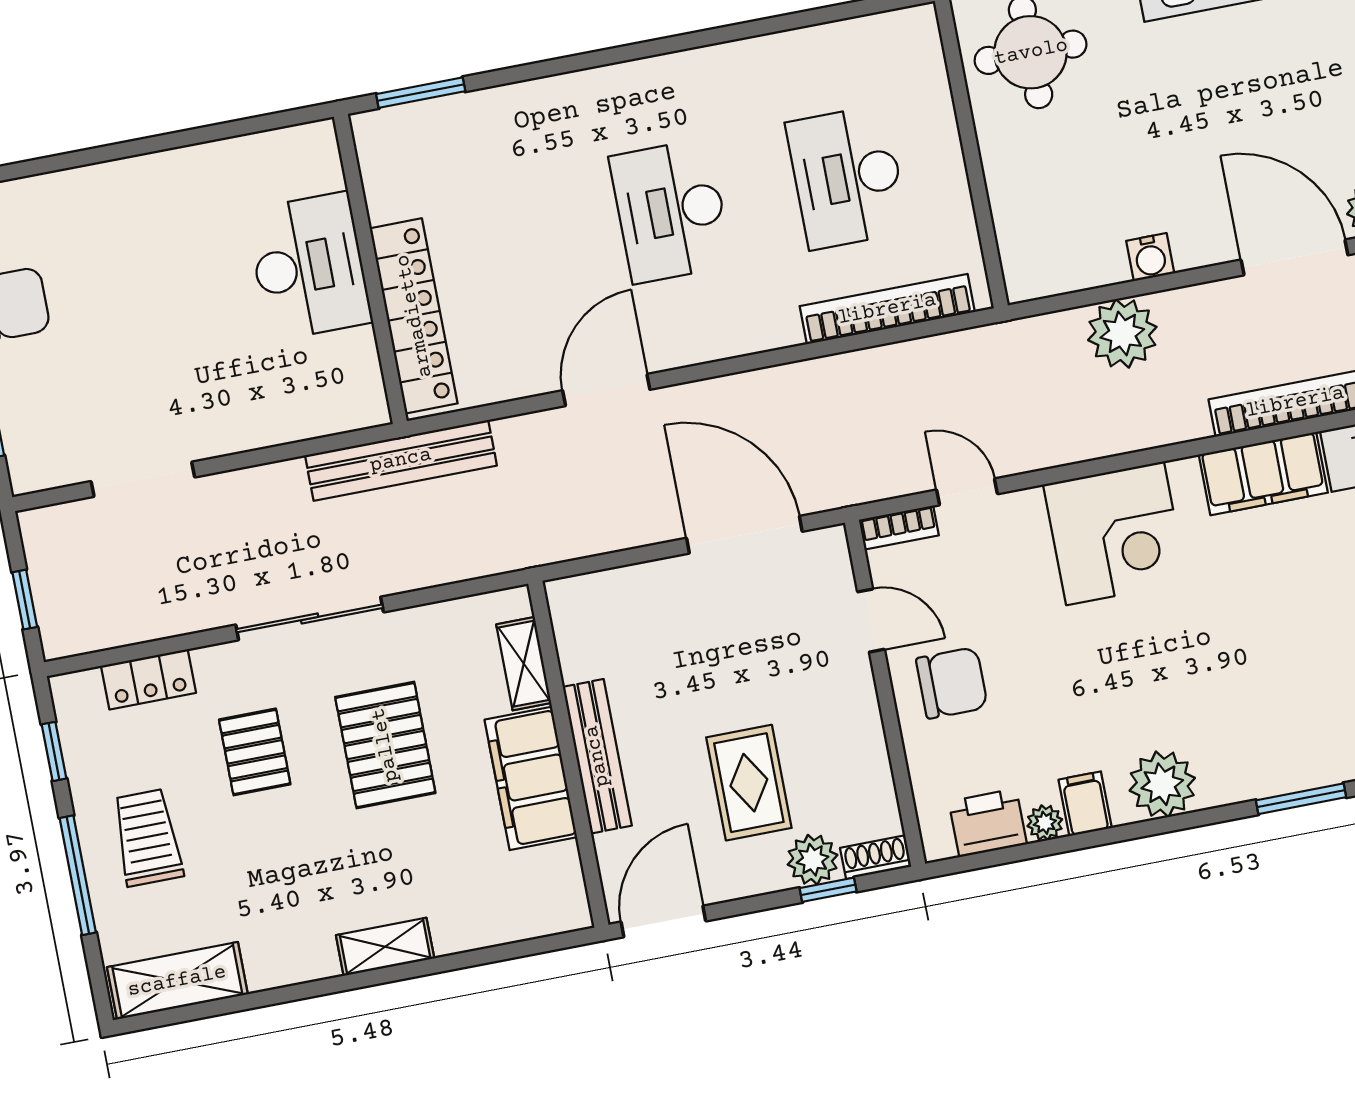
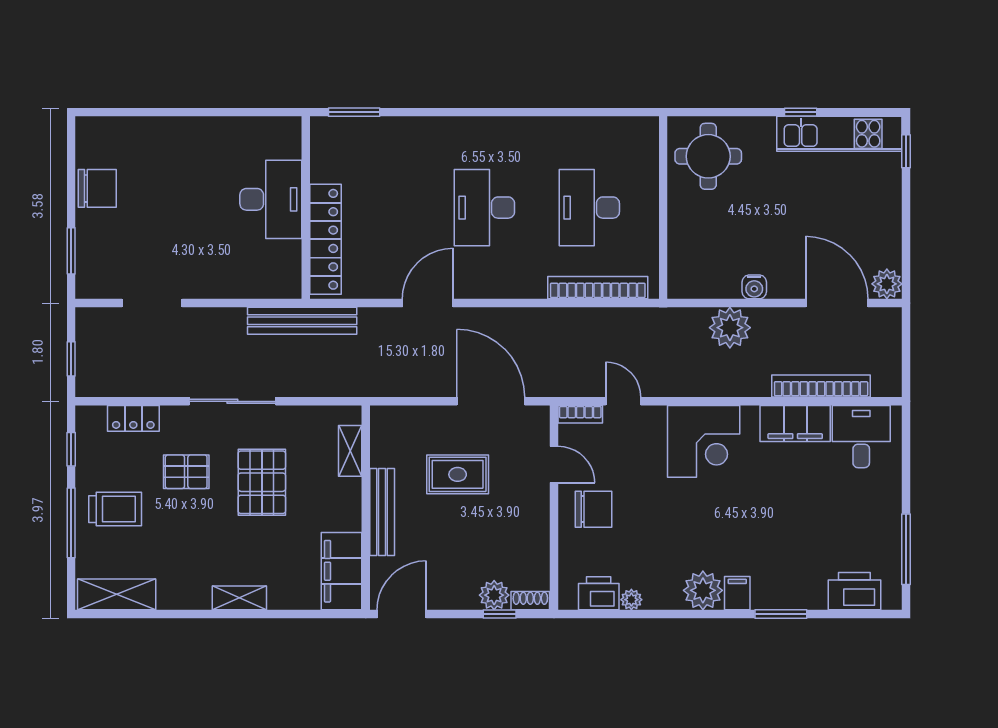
pallet: (255, 752) -> (186, 472), turned 90
filing cabinet: (531, 778) -> (342, 571), moved
rug: (749, 783) -> (458, 474), moved, turned 90
filing cabinet: (1085, 804) -> (737, 593), moved
trolley: (147, 838) -> (115, 509), turned 90

